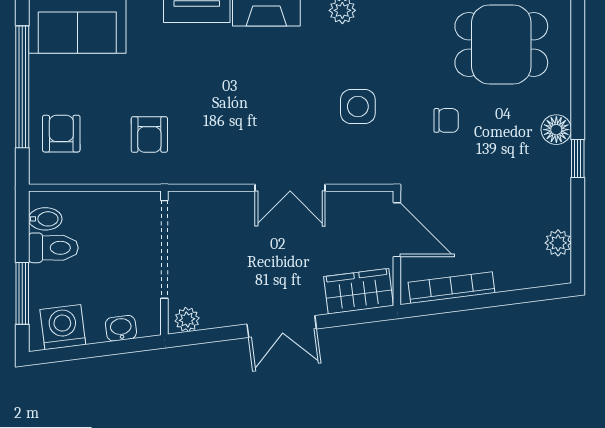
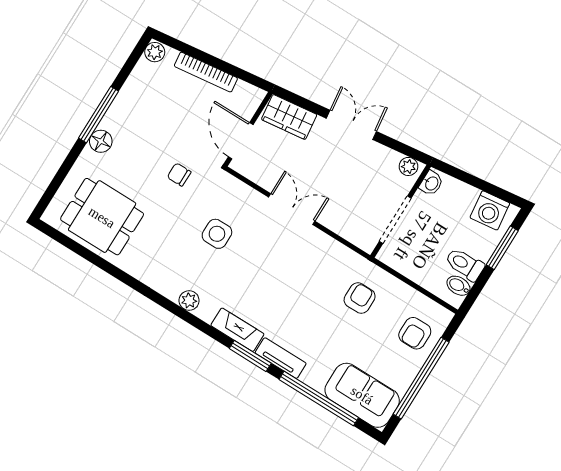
chair: (446, 120) -> (179, 175), moved
window: (578, 158) -> (99, 115), width x2.17
plant: (558, 243) -> (155, 52), moved
doorway: (164, 249) -> (395, 220), width x0.73
bookcase: (451, 288) -> (206, 72), moved
washbasin: (121, 328) -> (431, 183), moved, turned -83

